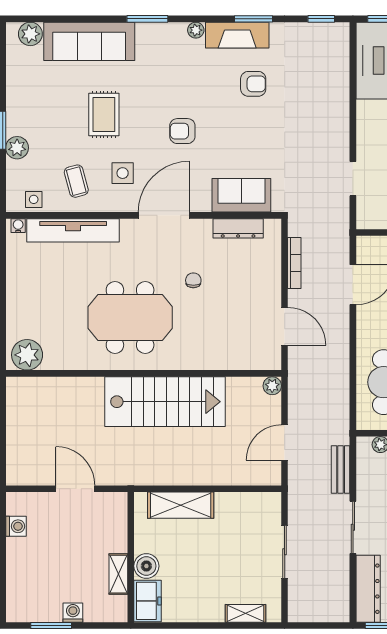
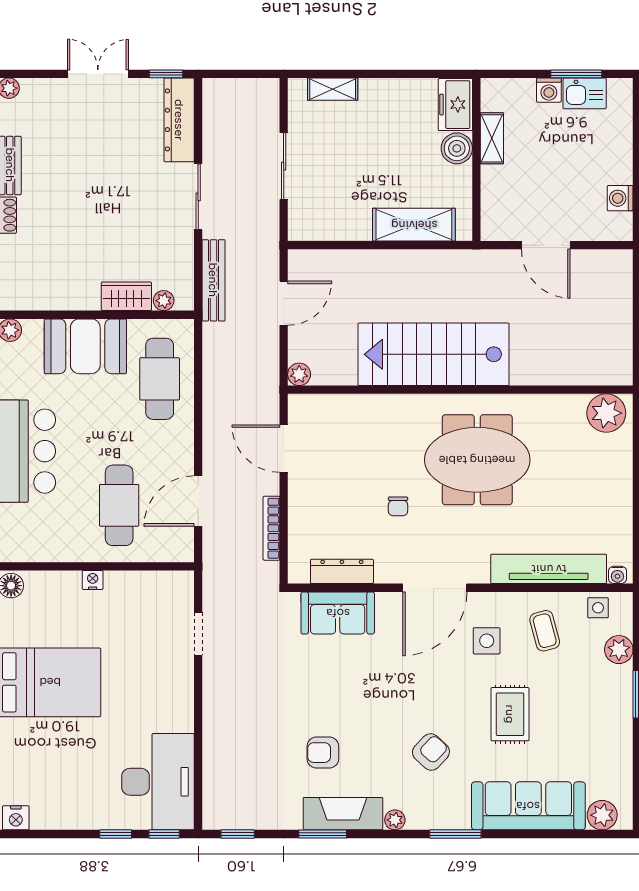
armchair: (182, 131) -> (431, 752), moved, turned -47
plant: (17, 148) -> (619, 650), moved
bench: (341, 469) -> (213, 280), width x1.36
kitchen sink: (44, 610) -> (585, 93), added

